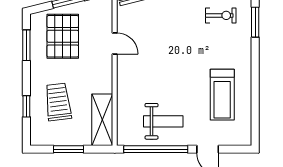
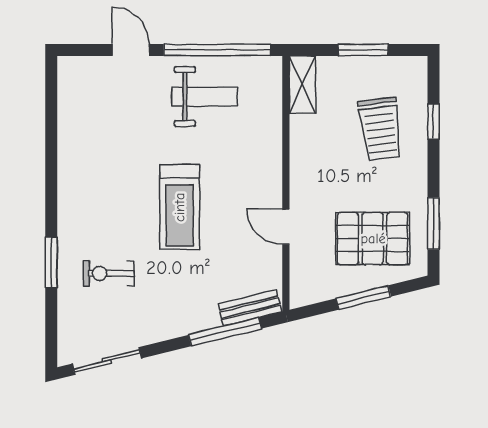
pallet: (63, 36) -> (373, 239), turned 90
treadmill: (222, 95) -> (180, 207), moved, turned 180
shelving: (102, 120) -> (302, 85), width x0.67, depth x0.75
weight bench: (163, 121) -> (205, 97), turned 180

